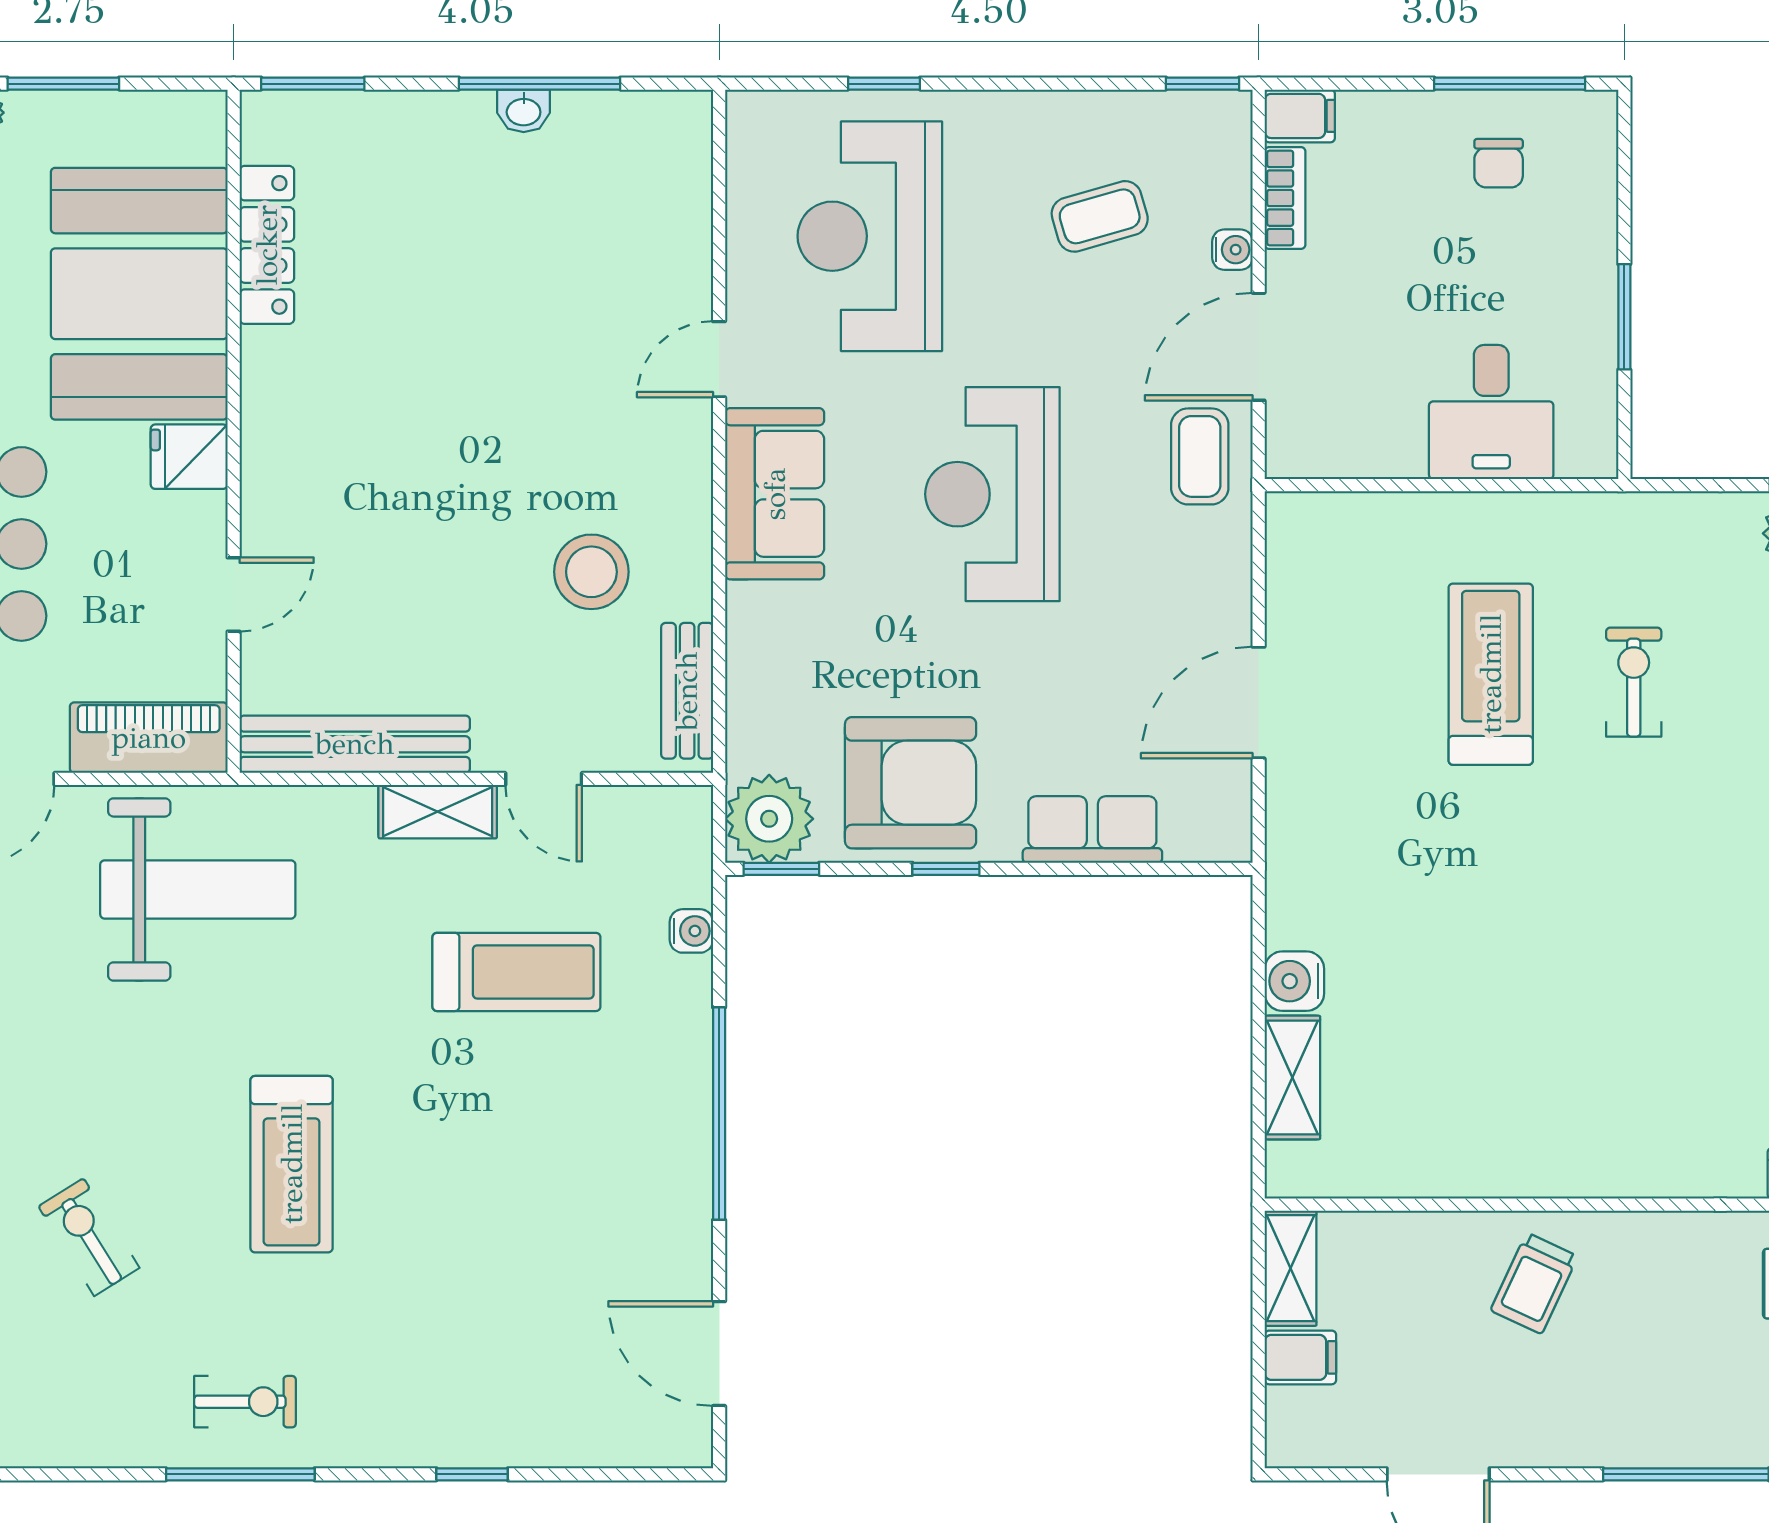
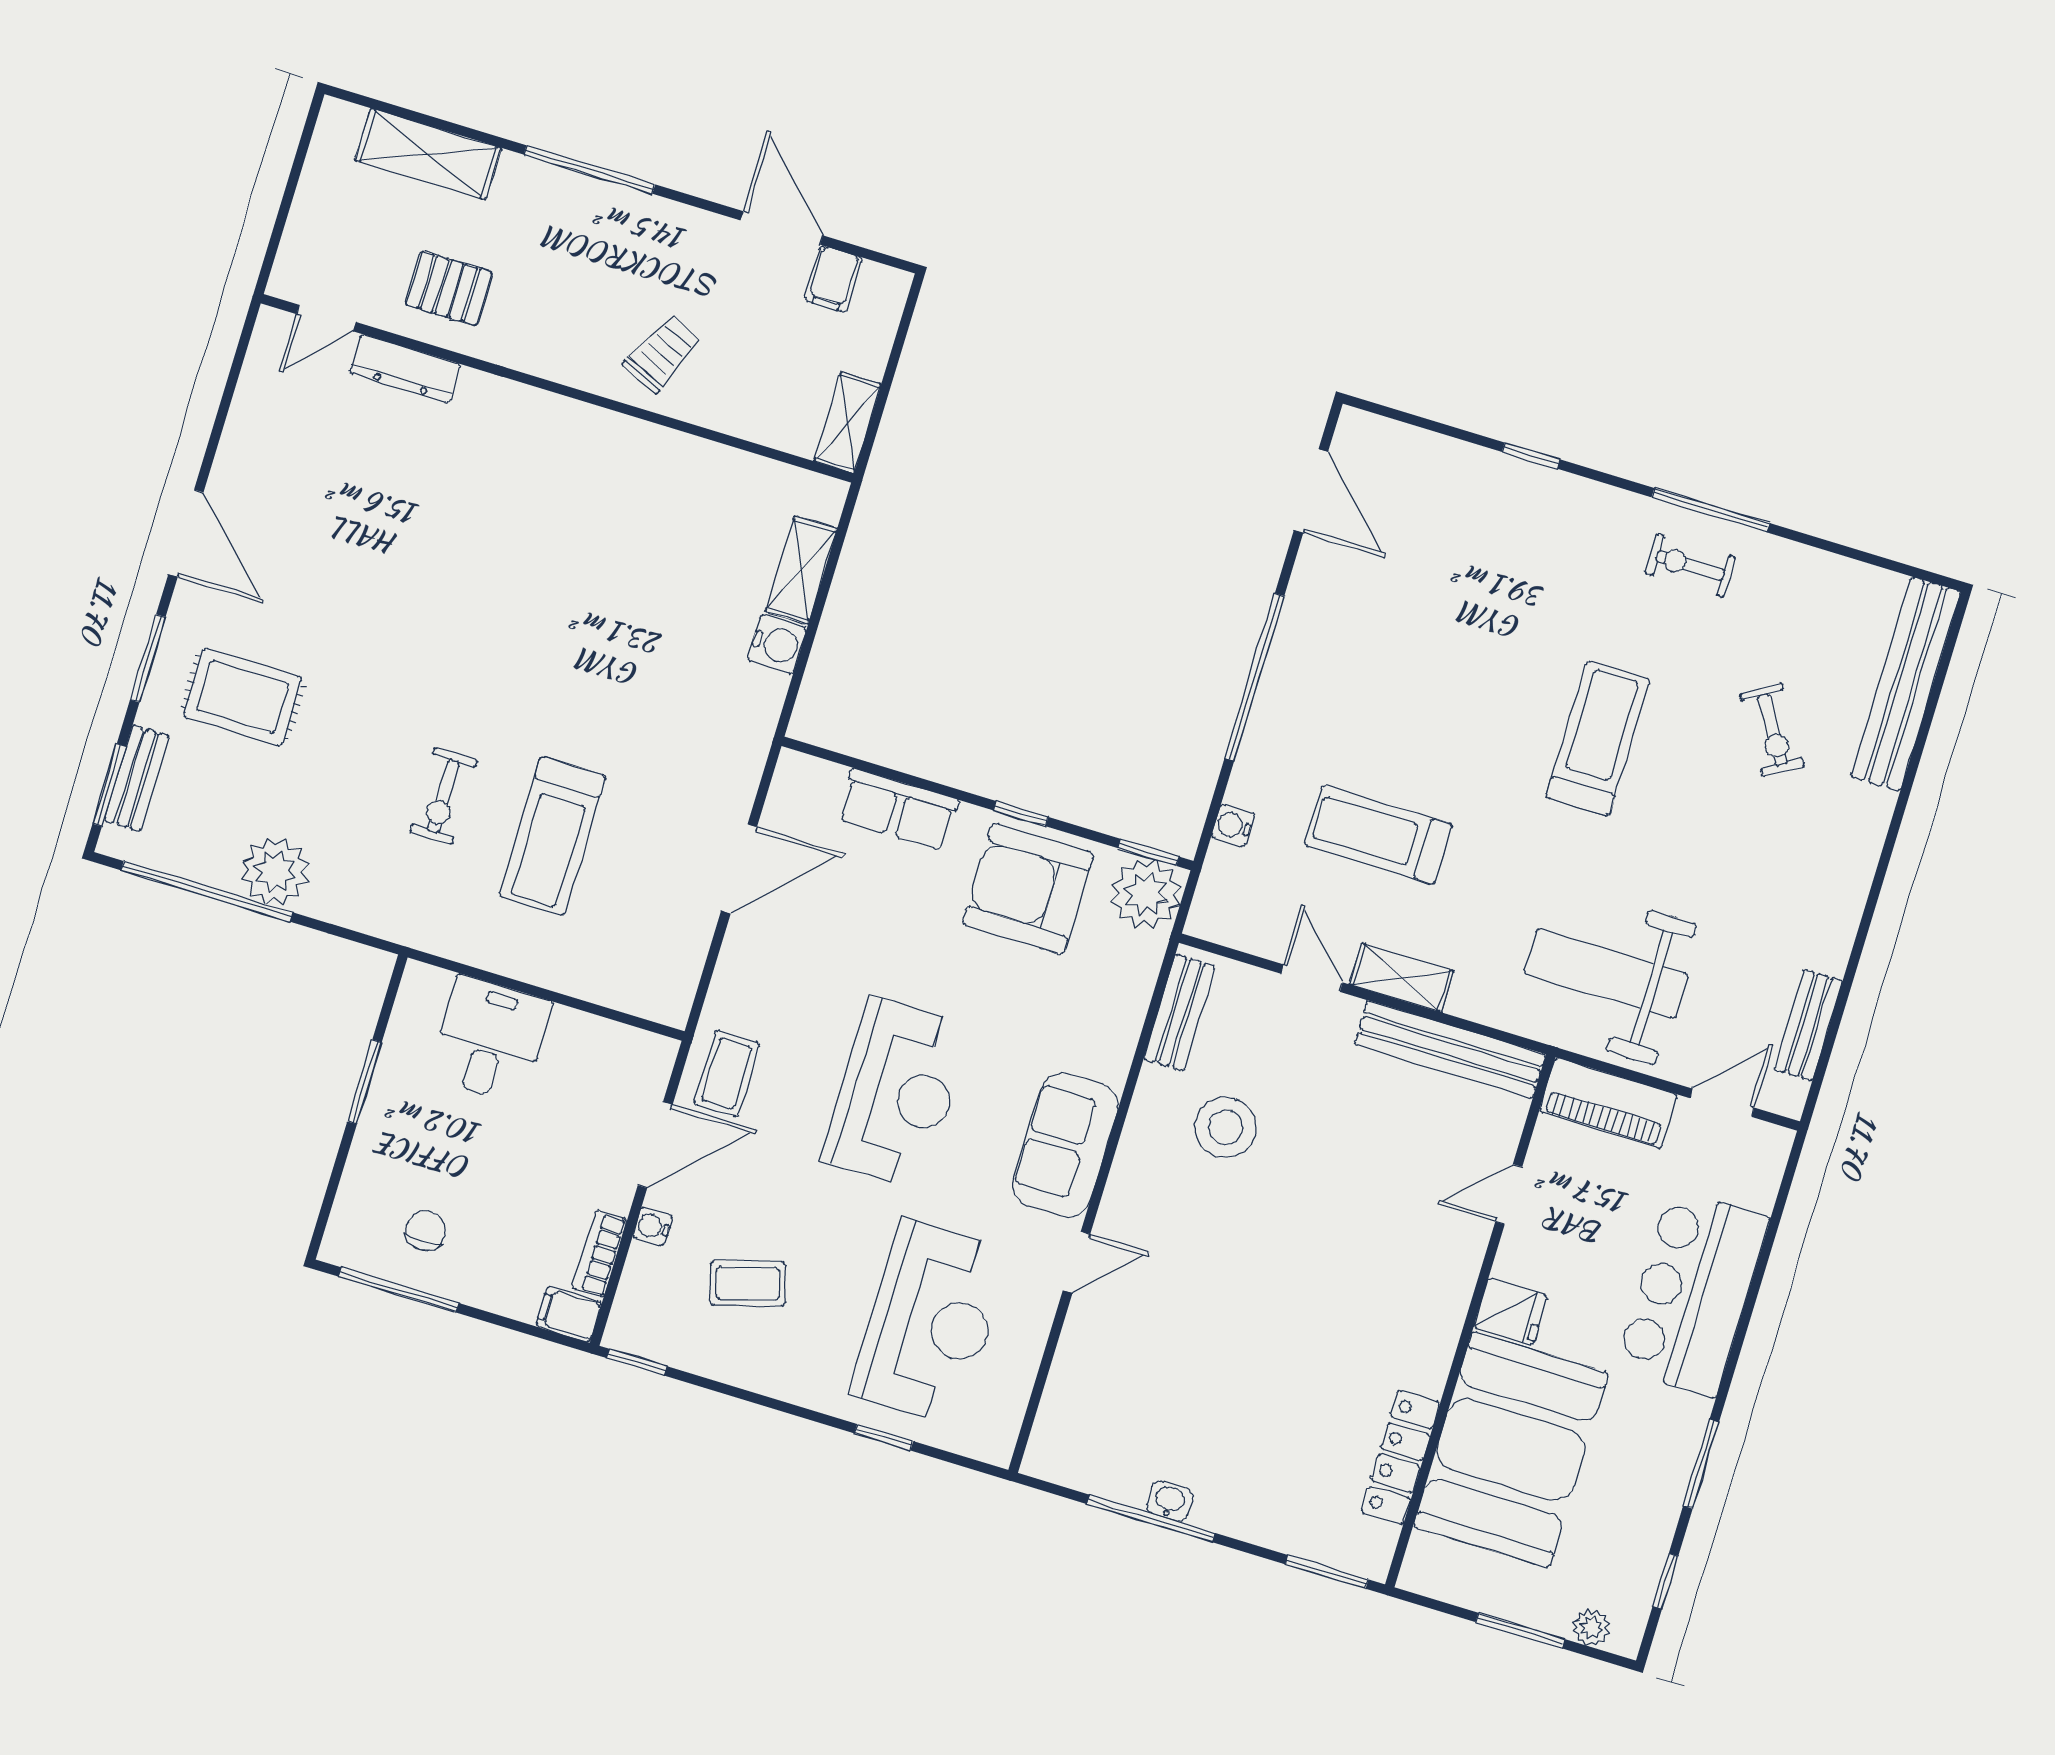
filing cabinet: (1300, 1357) -> (833, 279), moved, turned -90

